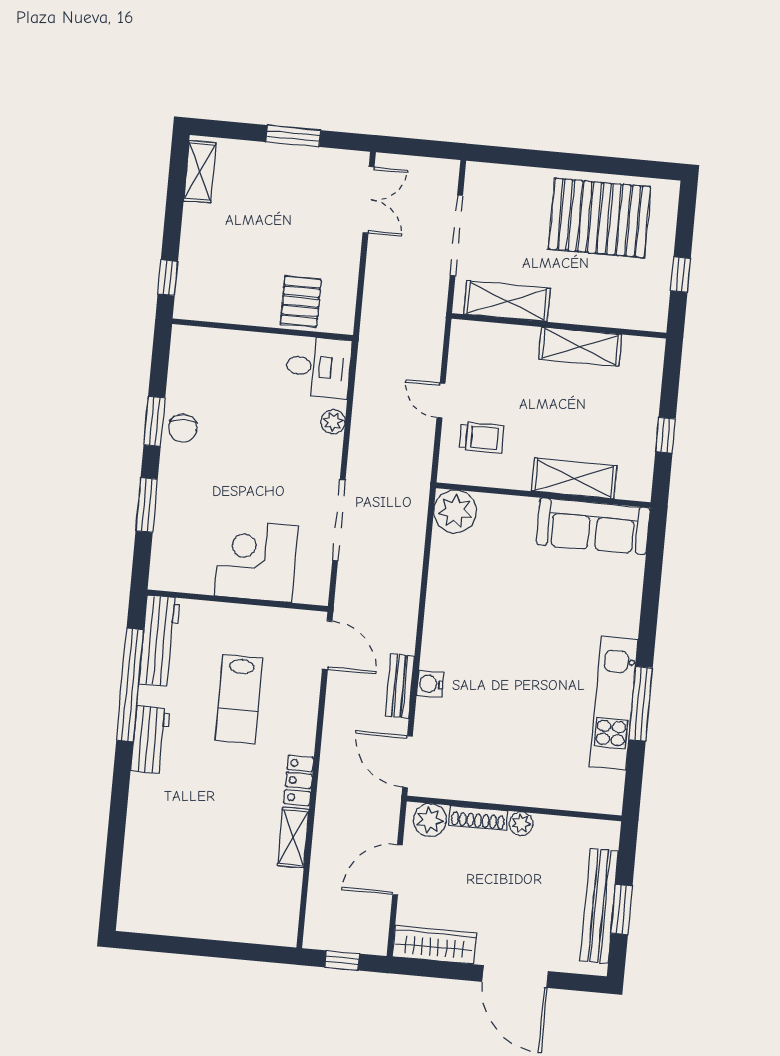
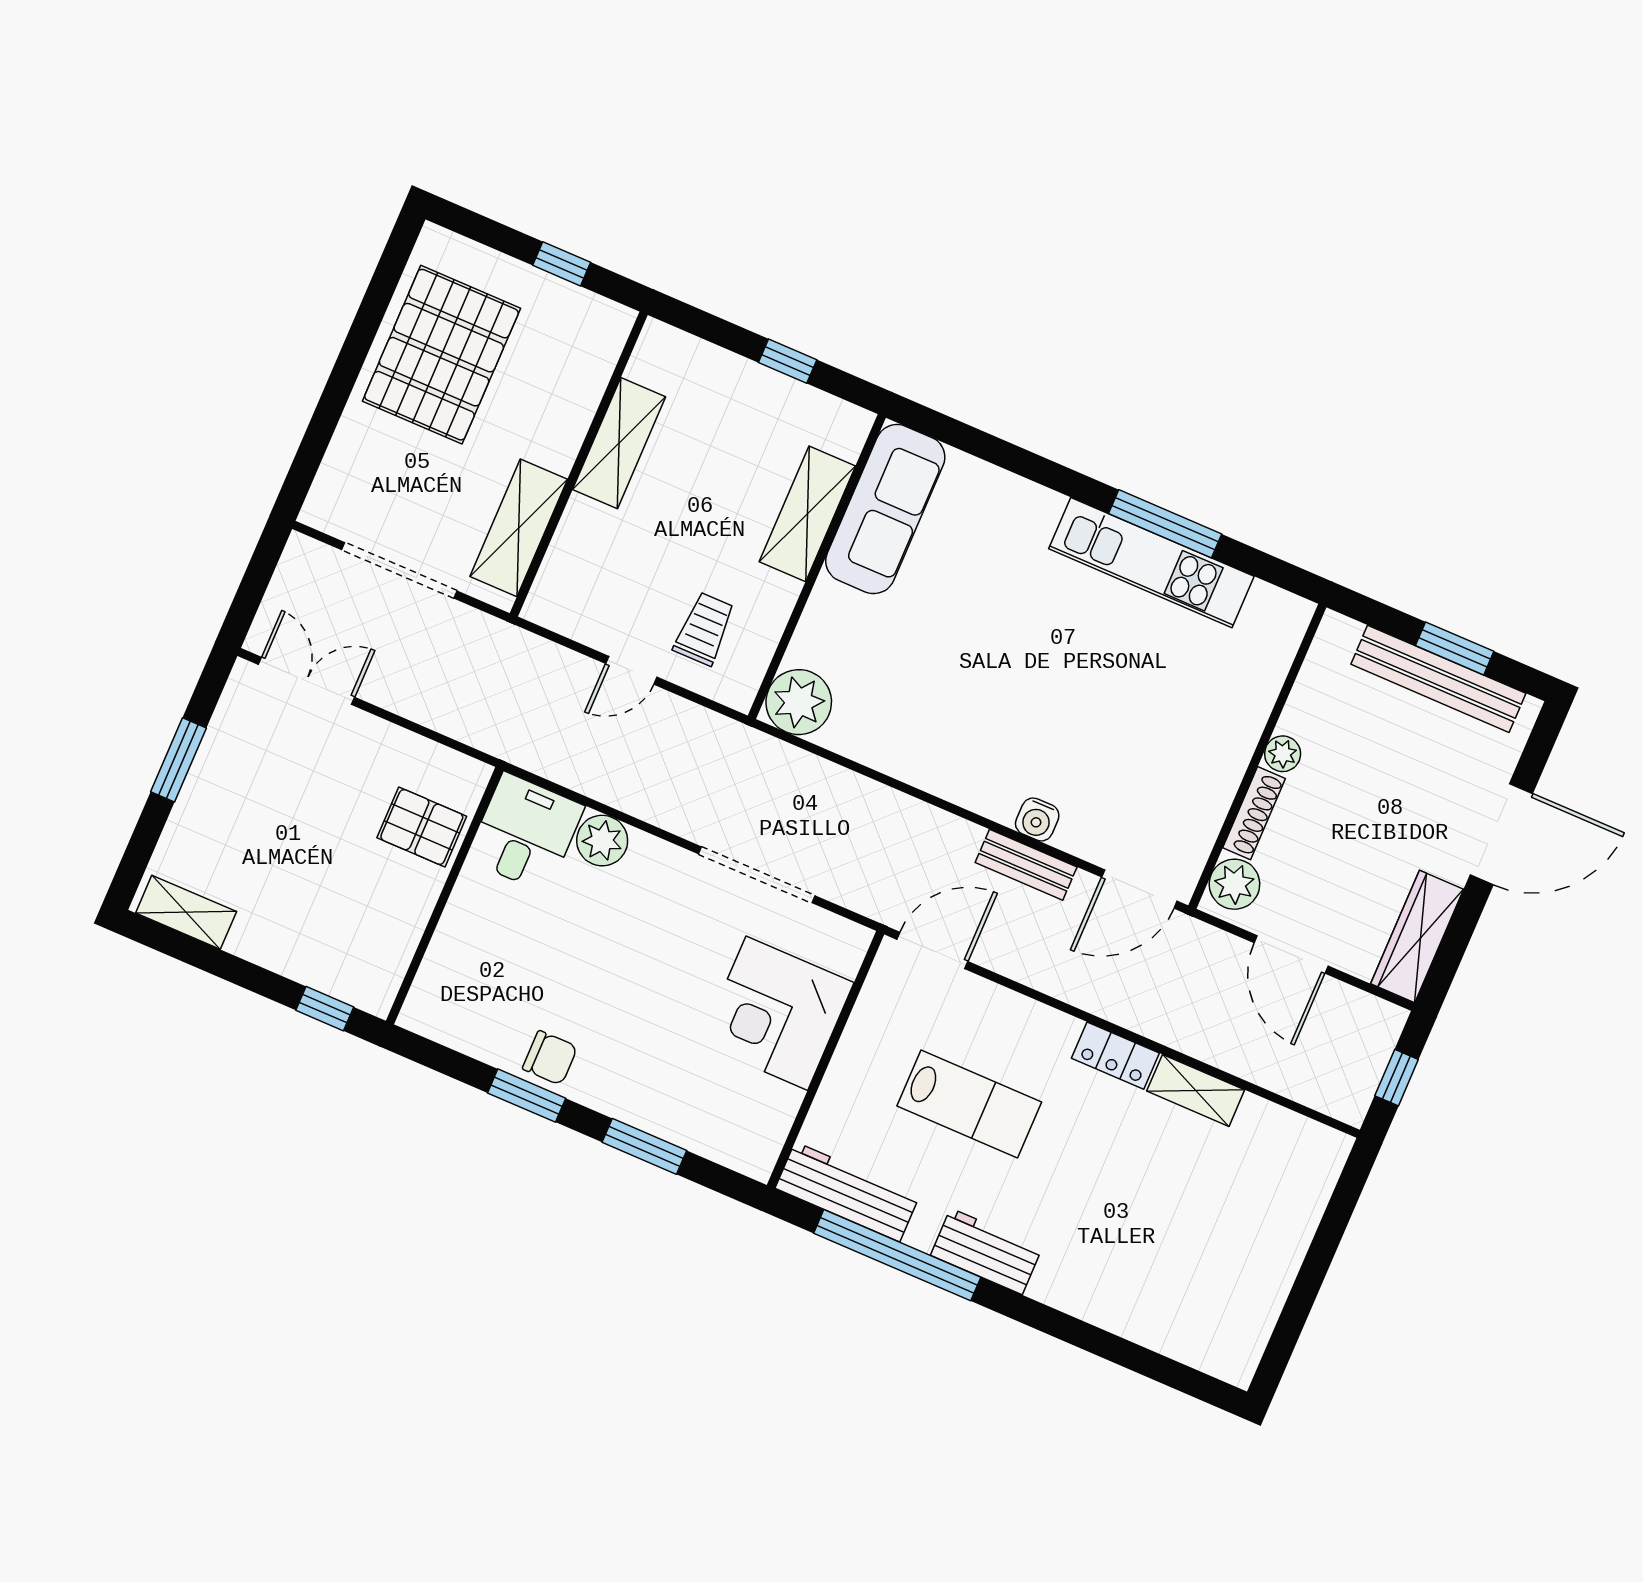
plant: (333, 422) -> (602, 841), width x1.38, depth x1.38

